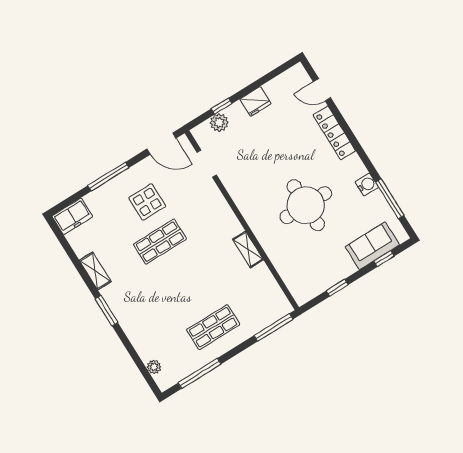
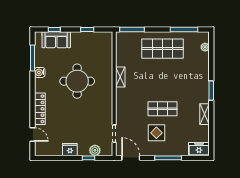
shop shelf: (213, 327) -> (162, 49), width x1.43, depth x1.36

